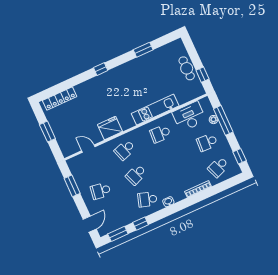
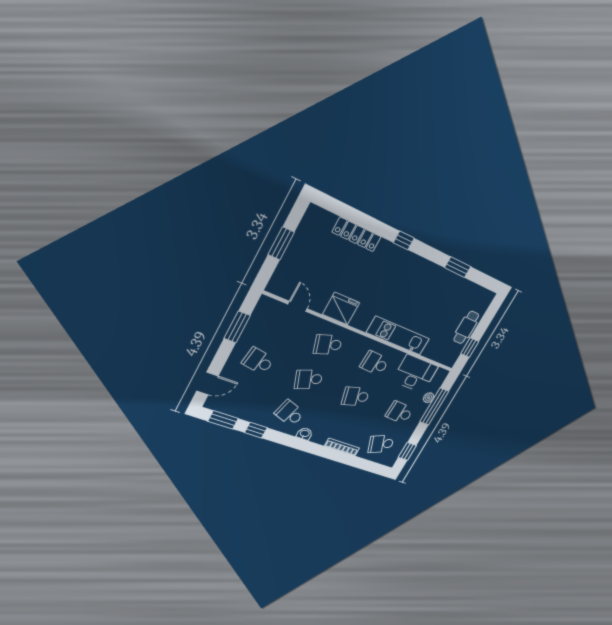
locker: (60, 99) -> (357, 234), moved
school desk: (172, 158) -> (356, 396), added

